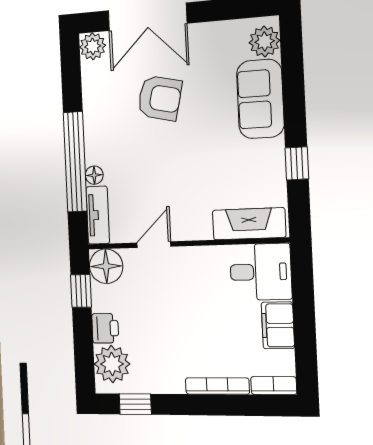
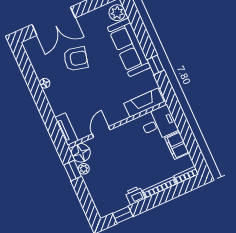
plant: (93, 46) -> (31, 46), removed
sofa: (260, 99) -> (129, 47), width x1.36
window: (75, 162) -> (44, 107), removed
floor lamp: (94, 175) -> (45, 83), moved
printer: (105, 328) -> (135, 195), moved, turned -90
plant: (112, 364) -> (84, 169), moved, width x0.53, depth x0.53

